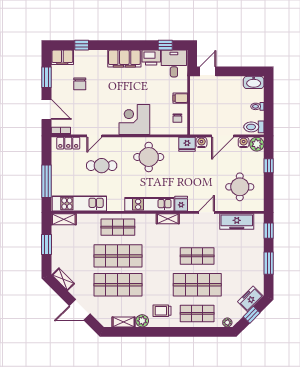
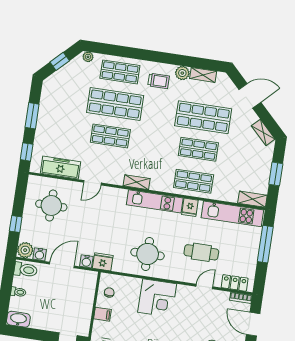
fridge: (181, 204) -> (190, 207), moved
shop shelf: (118, 256) -> (198, 149), width x0.70, depth x0.74
freezer: (250, 299) -> (58, 79), removed

